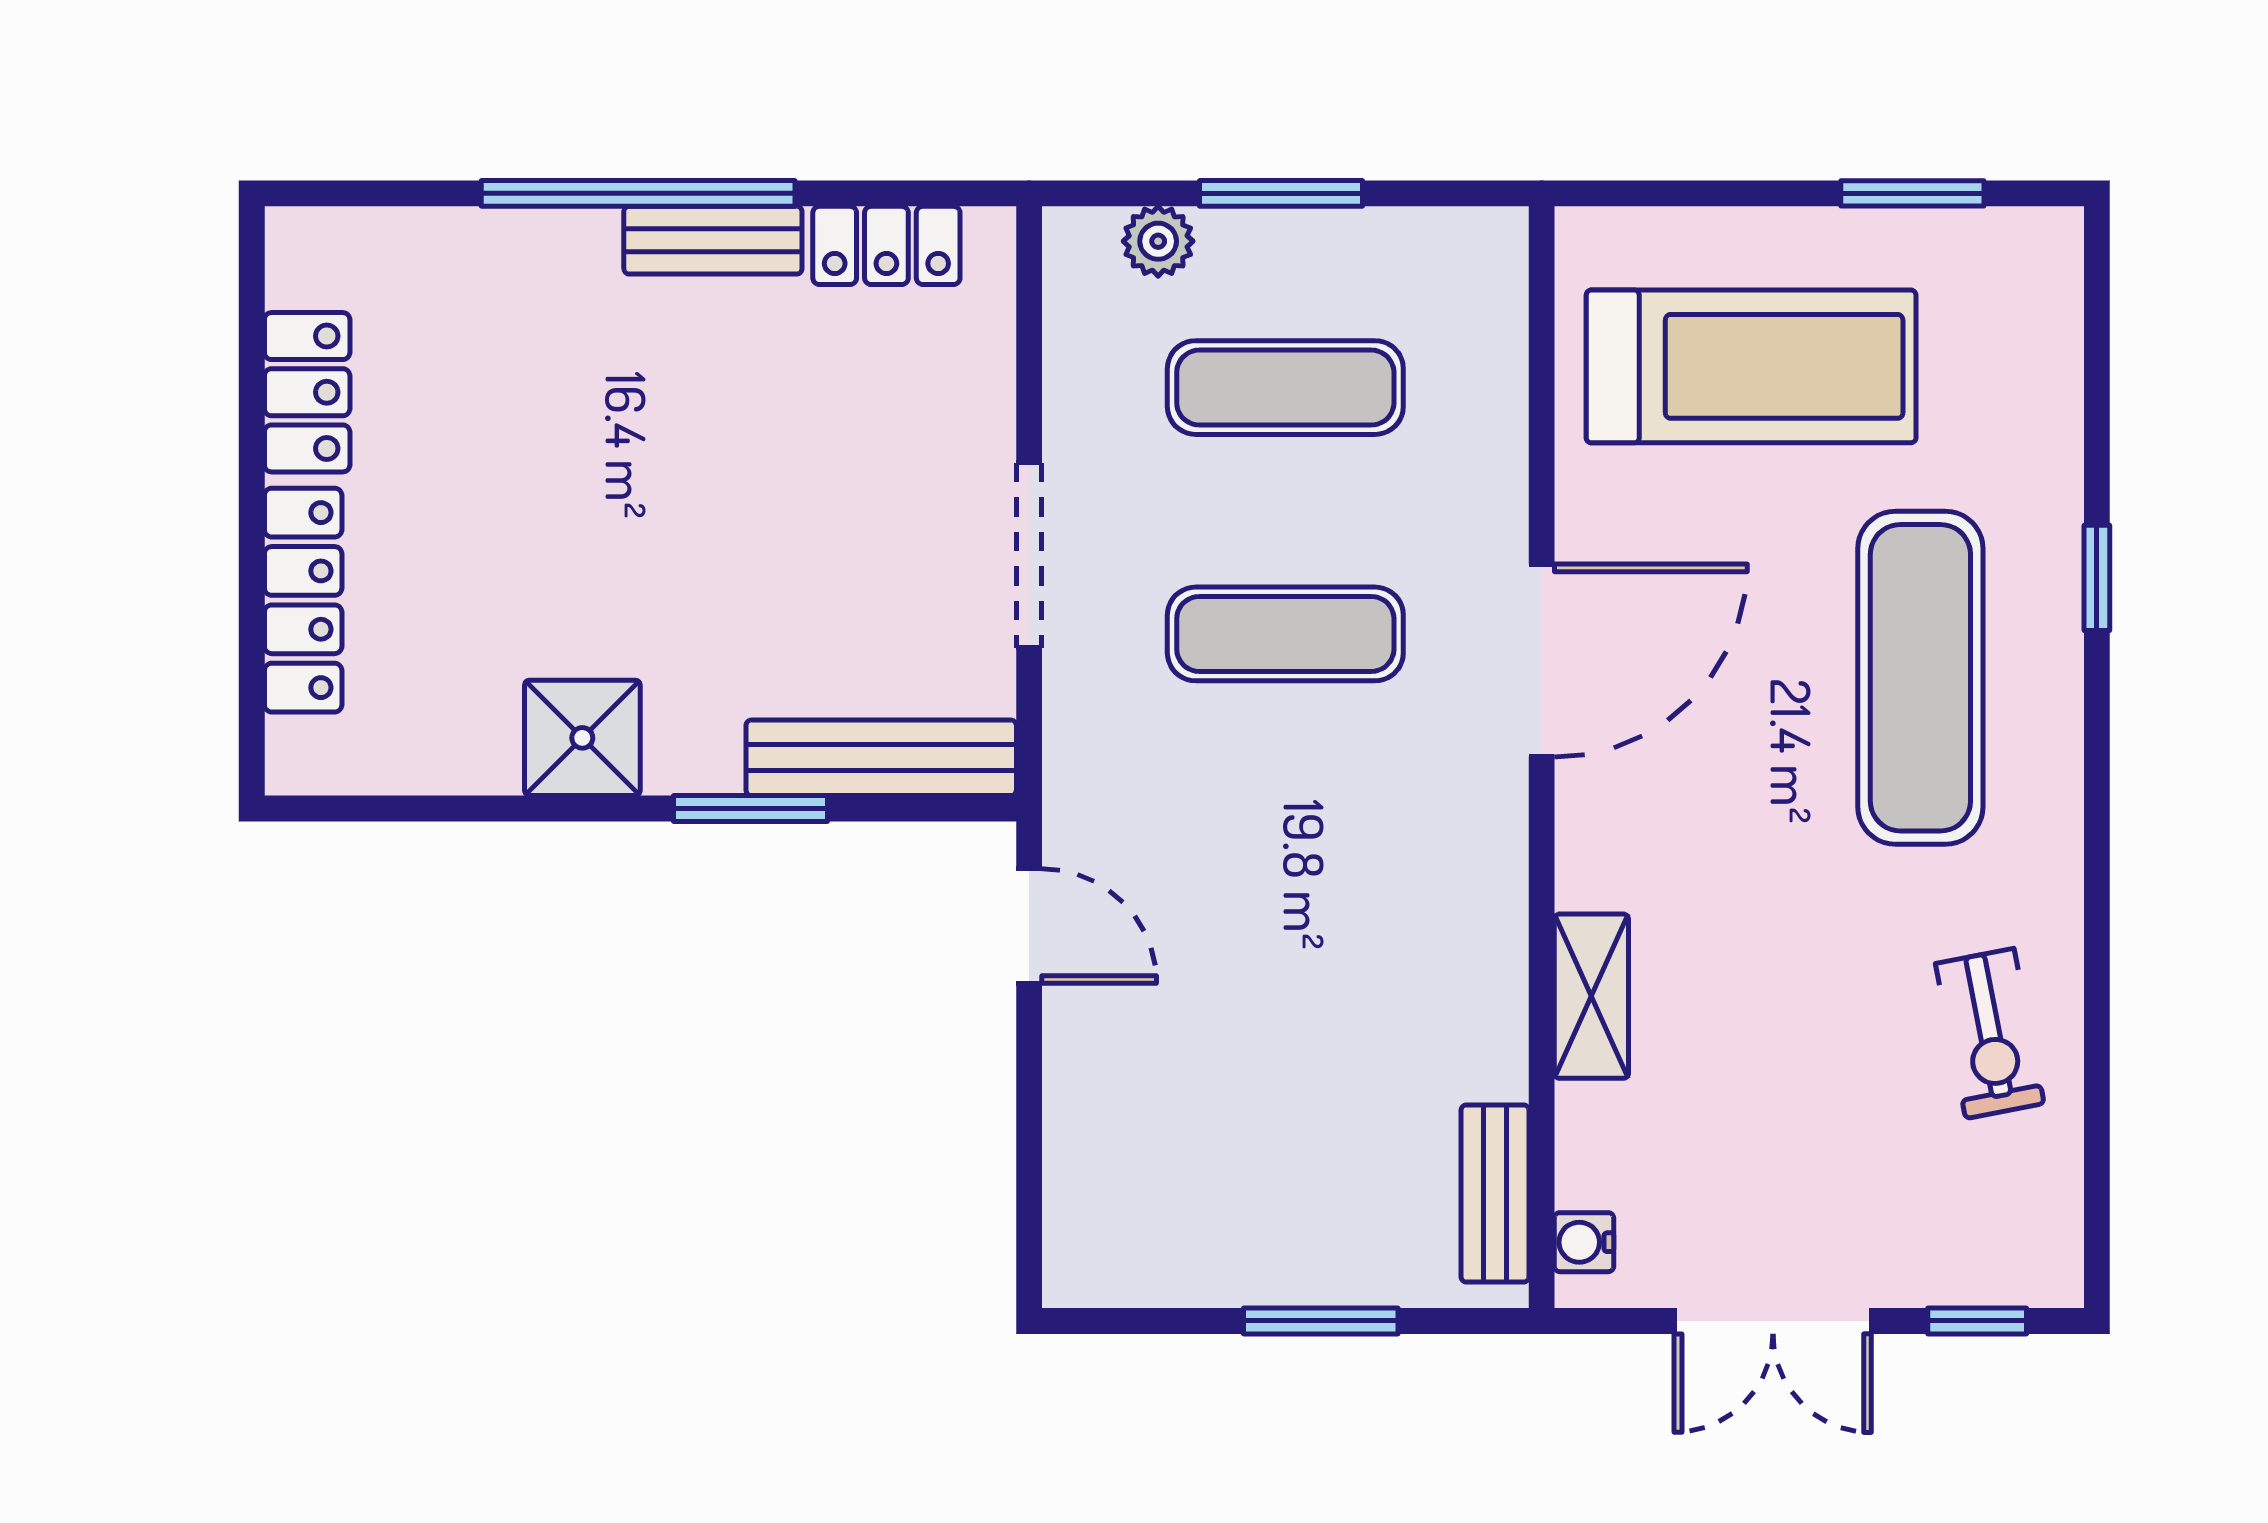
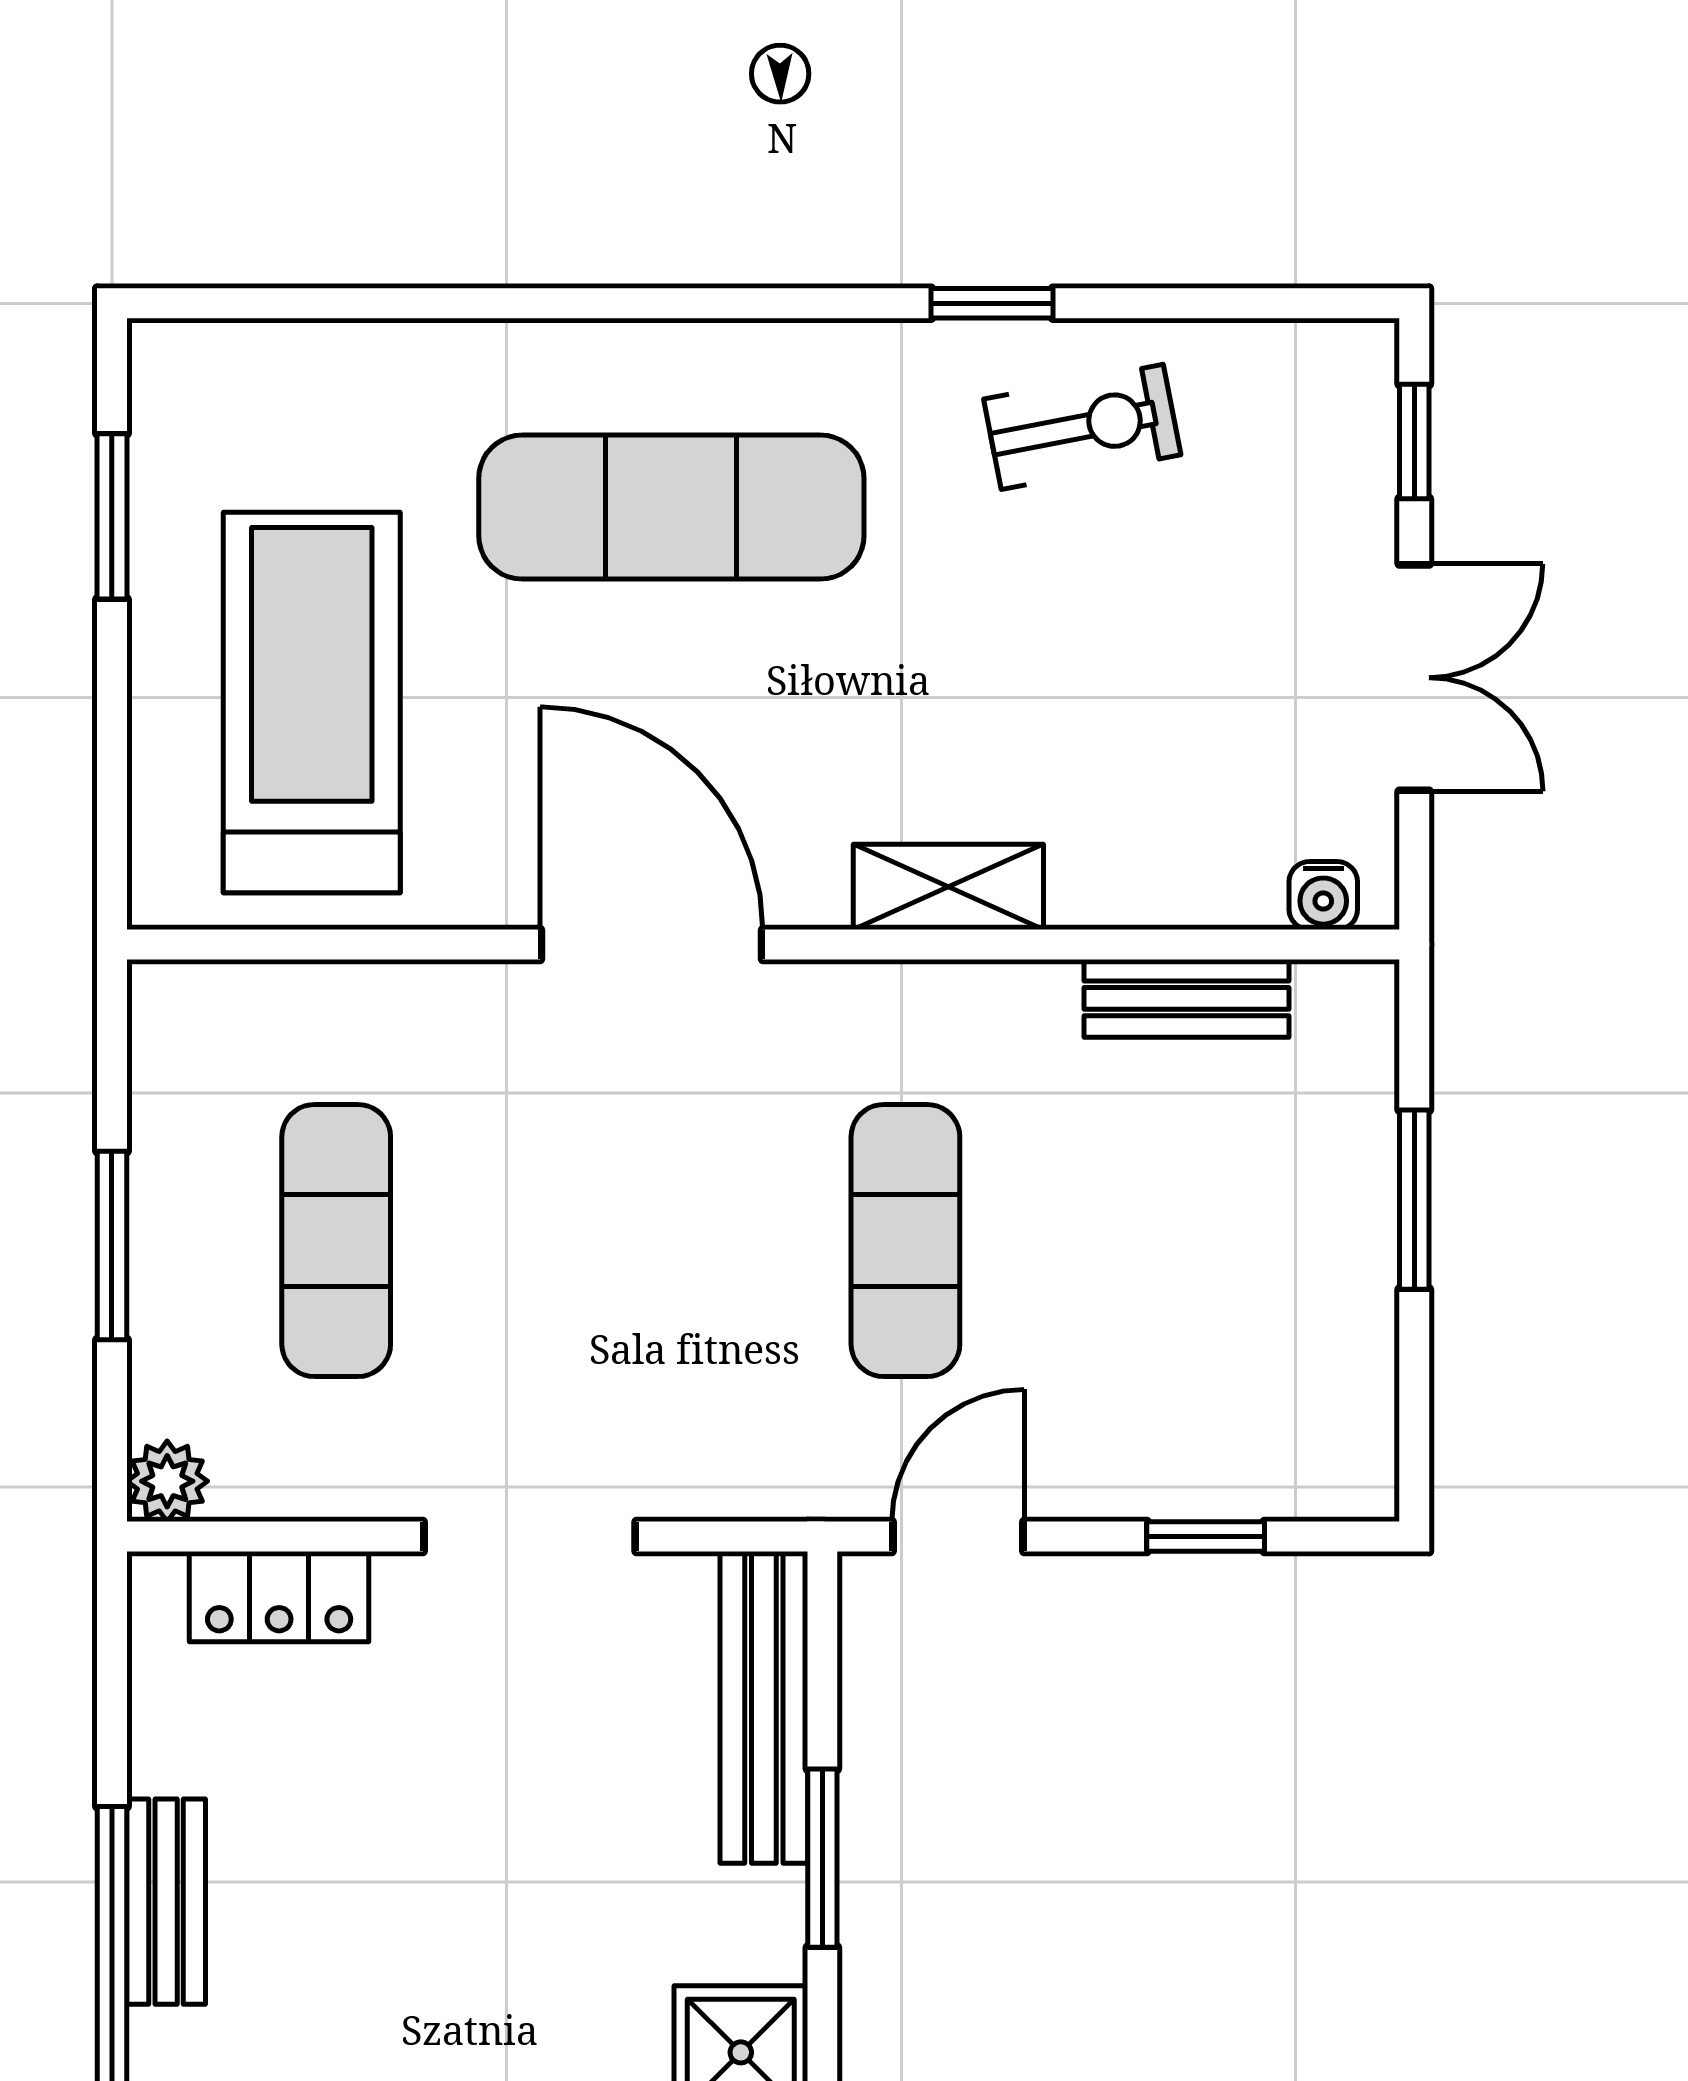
plant: (1158, 241) -> (167, 1481), moved
locker: (886, 245) -> (279, 1597), moved, turned 90
window: (2097, 578) -> (992, 303), moved
exercise mat: (1285, 634) -> (905, 1241), moved
shelving: (1591, 996) -> (948, 887), moved
window: (1029, 1140) -> (1206, 1536), added
bench: (1495, 1194) -> (1186, 998), moved

